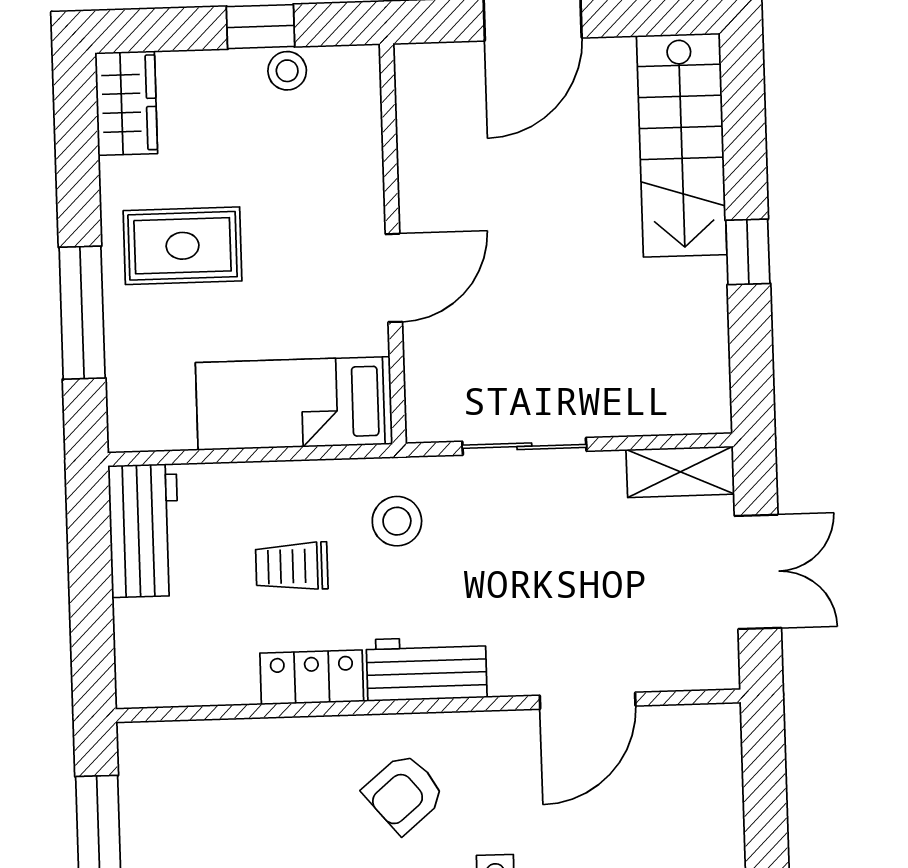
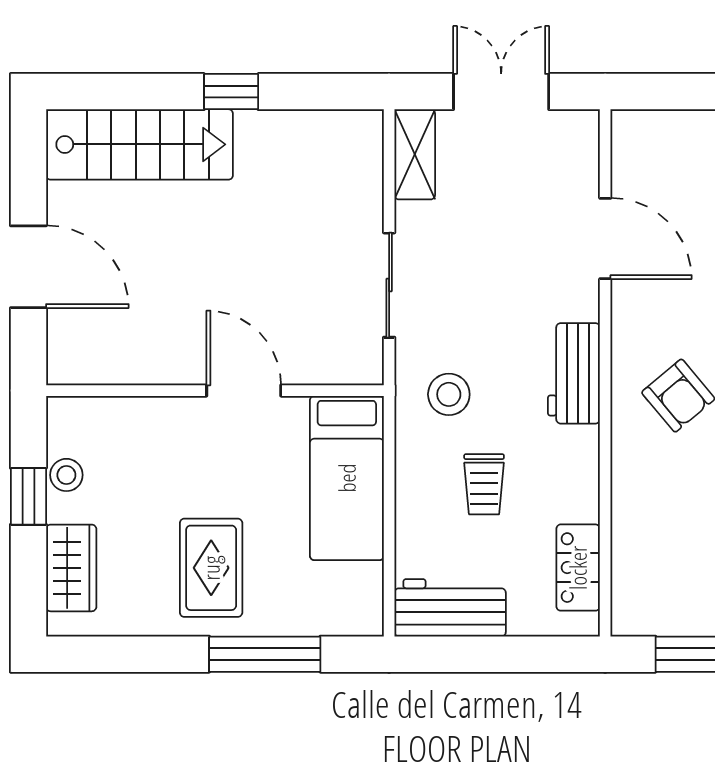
wardrobe: (126, 103) -> (71, 568), moved, turned 90
locker: (312, 677) -> (578, 568), moved

